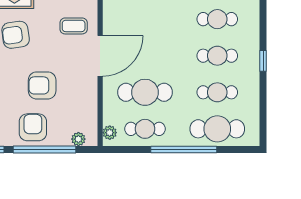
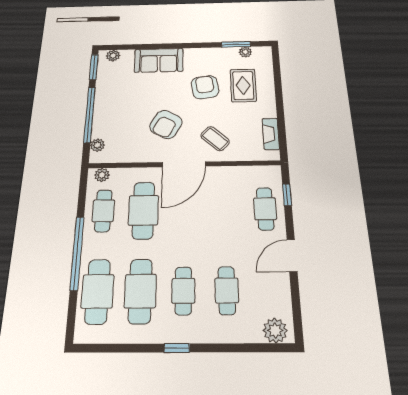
coffee table: (74, 26) -> (215, 139), turned -47
door: (100, 56) -> (184, 164), hinge flipped
armchair: (42, 85) -> (166, 124), moved, turned -151
cafe table: (217, 92) -> (140, 291), width x1.37, depth x1.35
armchair: (33, 127) -> (112, 104), removed

